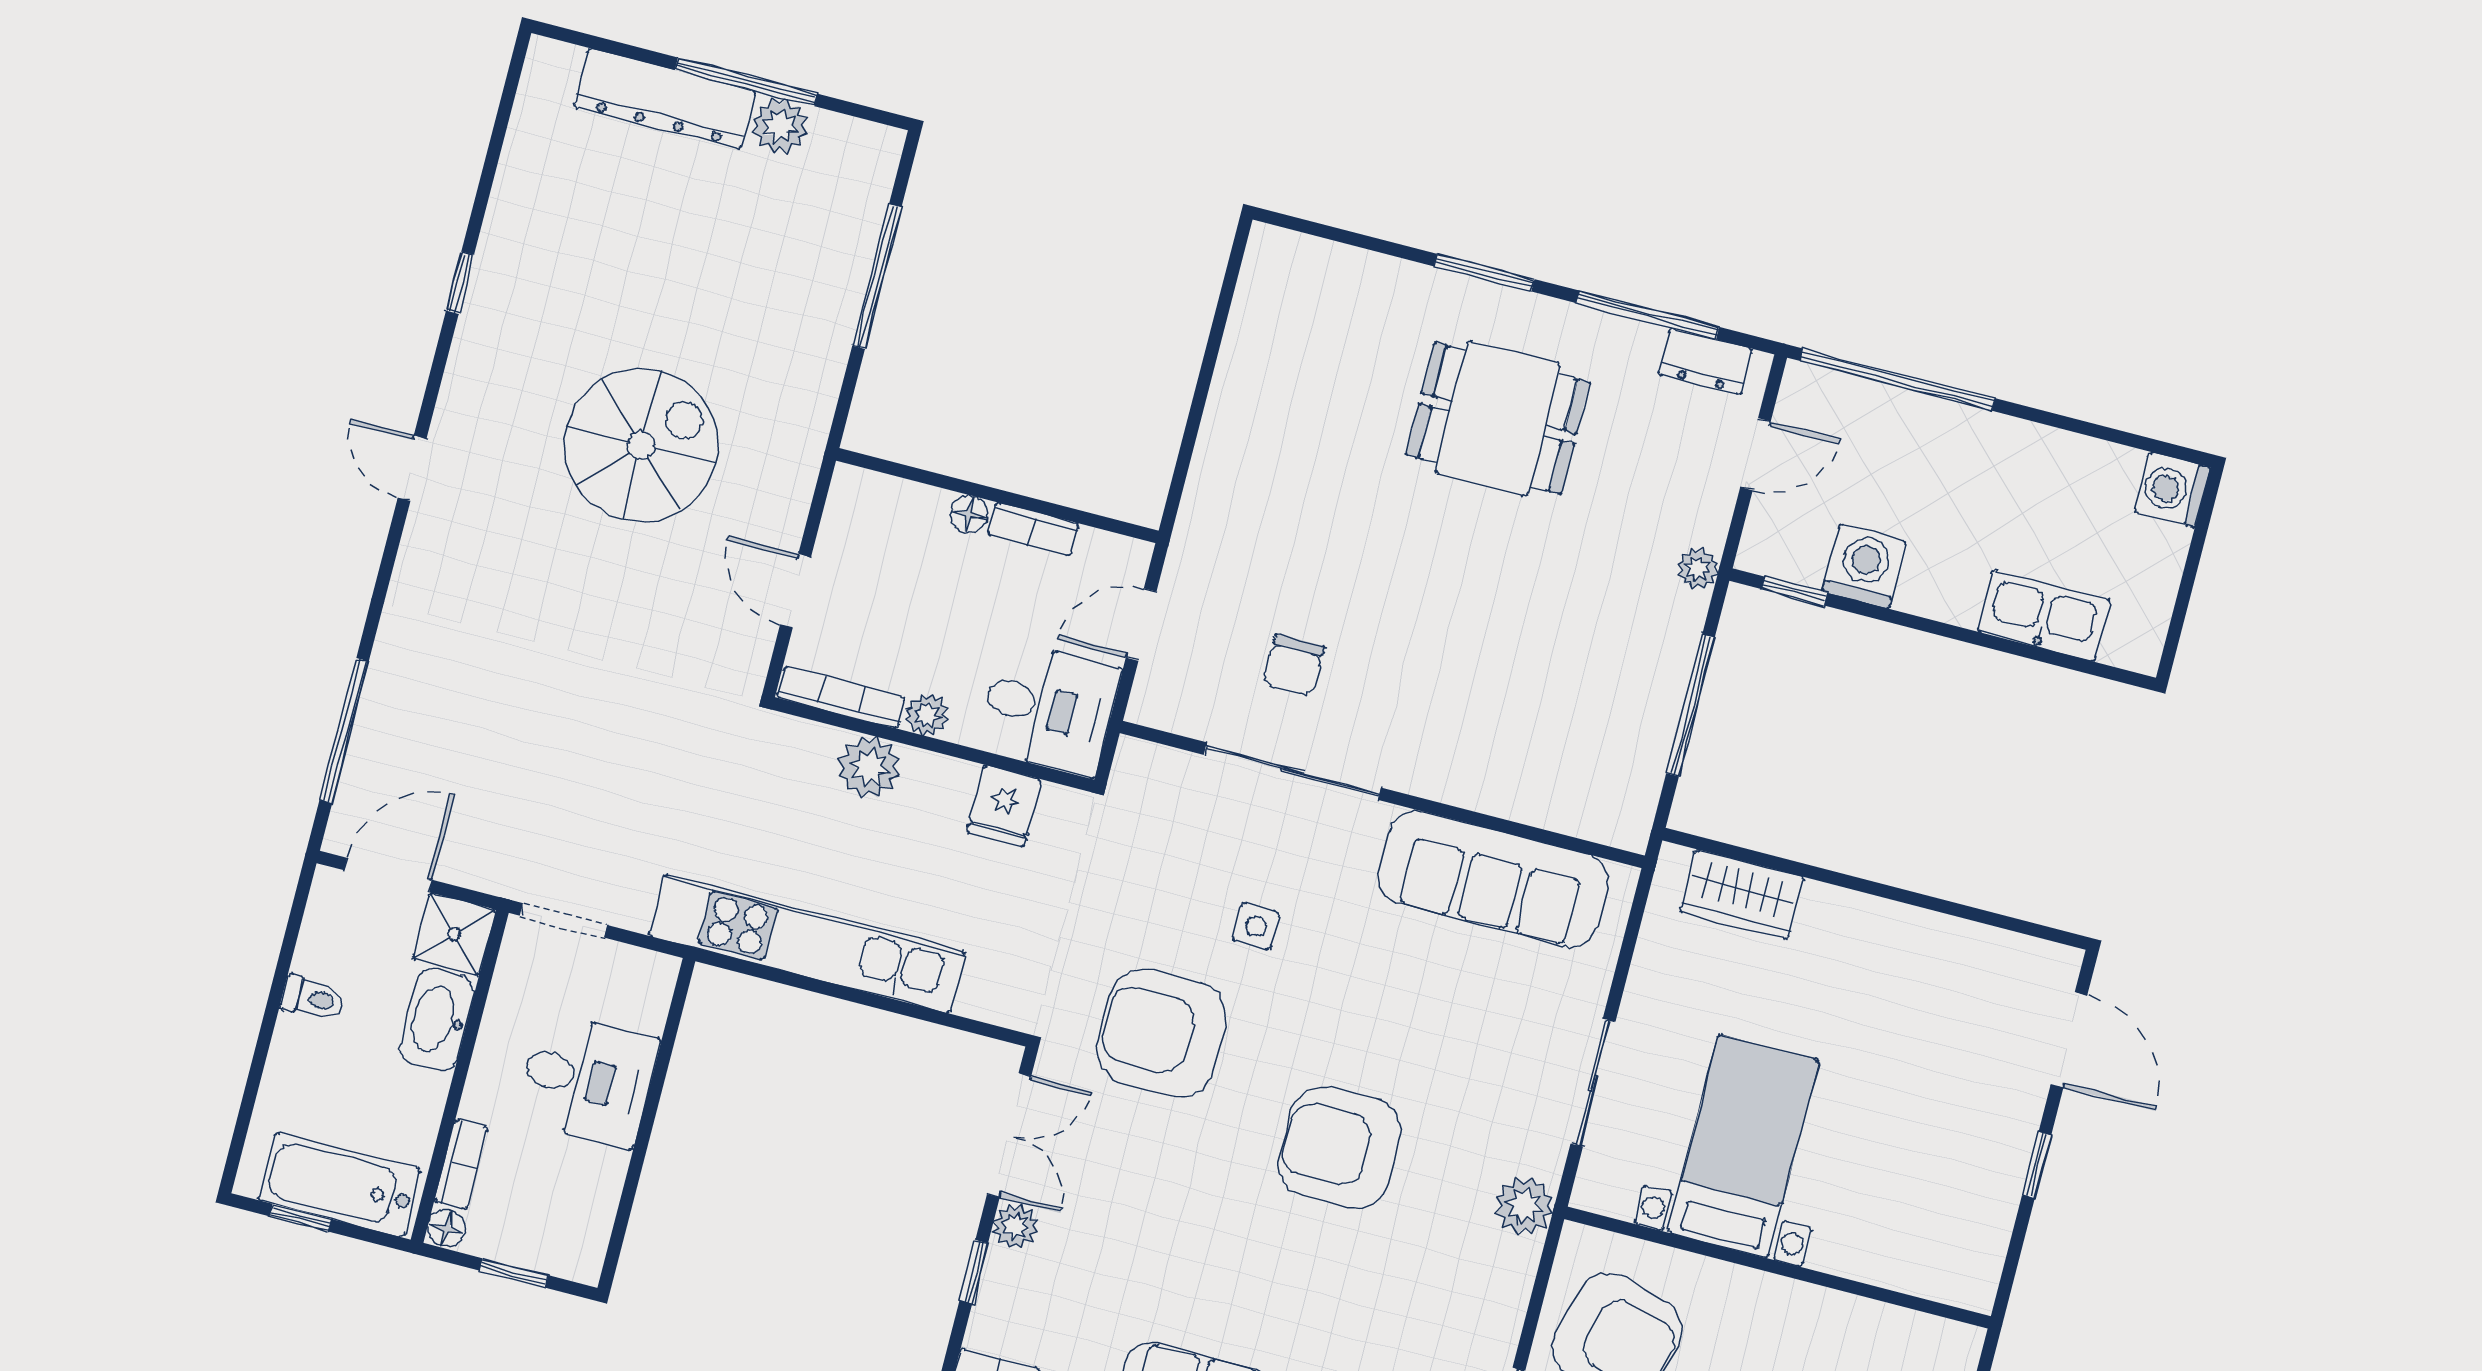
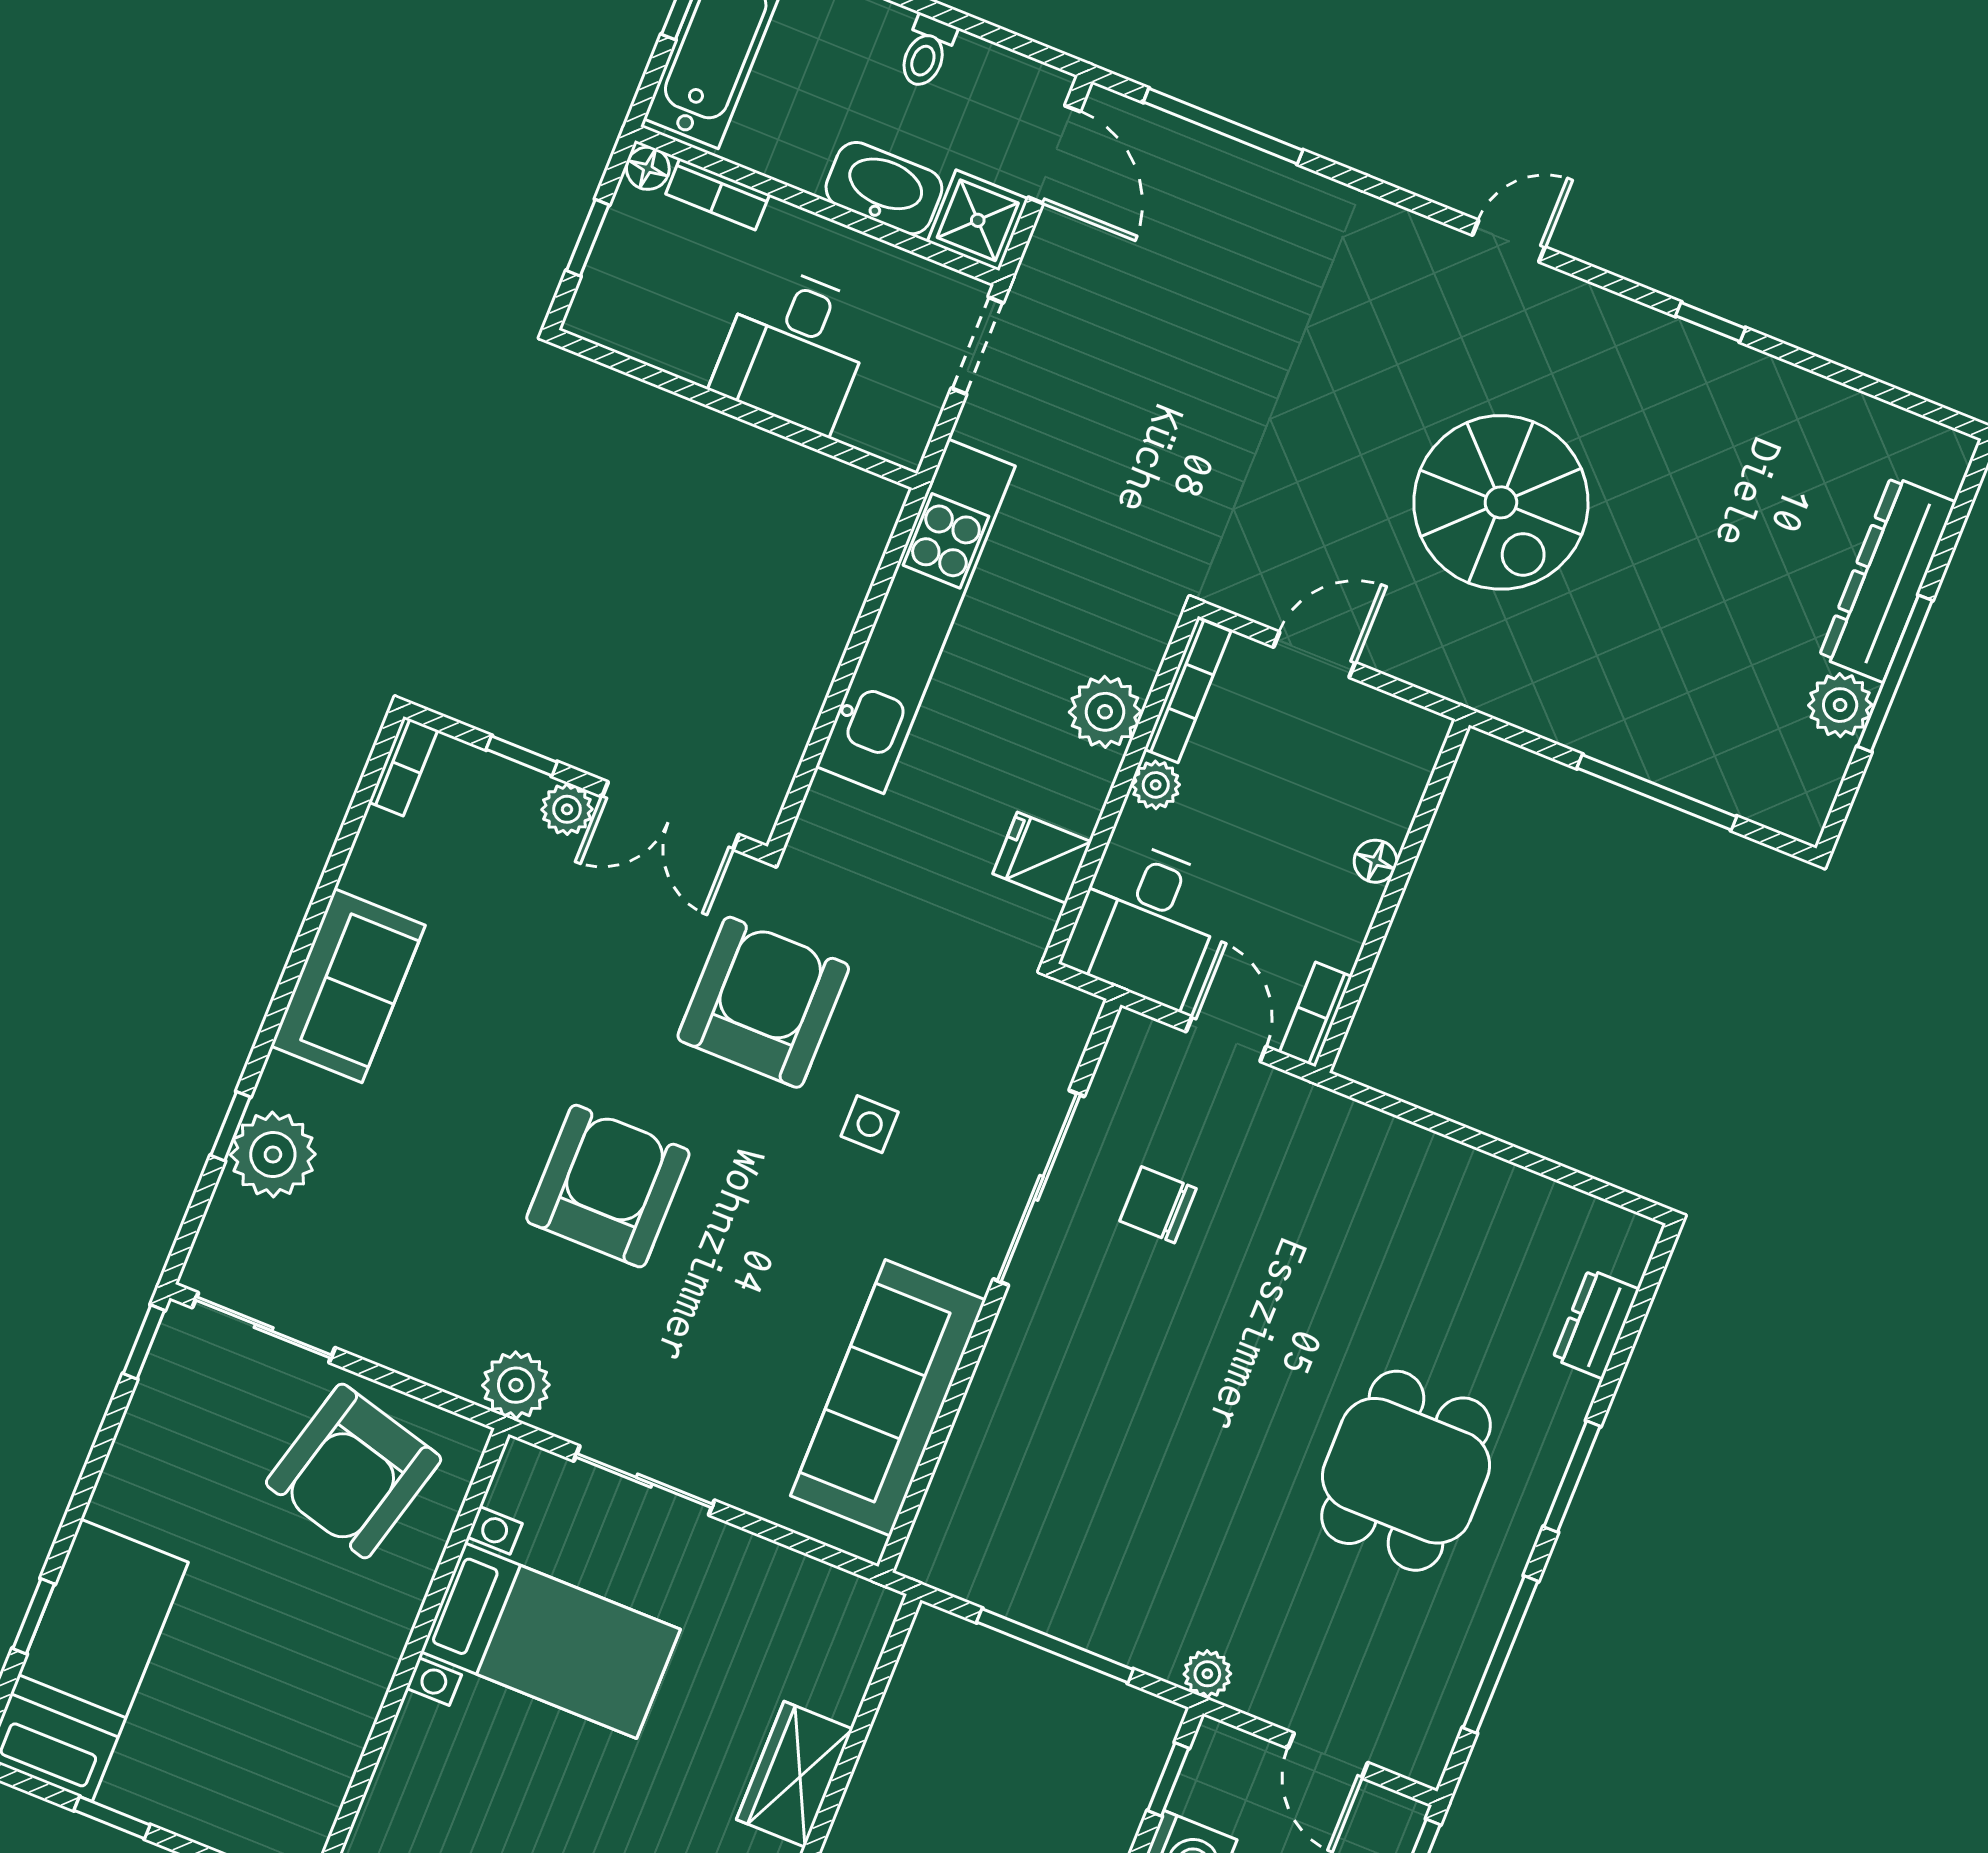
dresser: (1705, 361) -> (1596, 1324), moved
bookcase: (1033, 529) -> (1316, 1014), moved
wardrobe: (1742, 894) -> (795, 1774), moved

